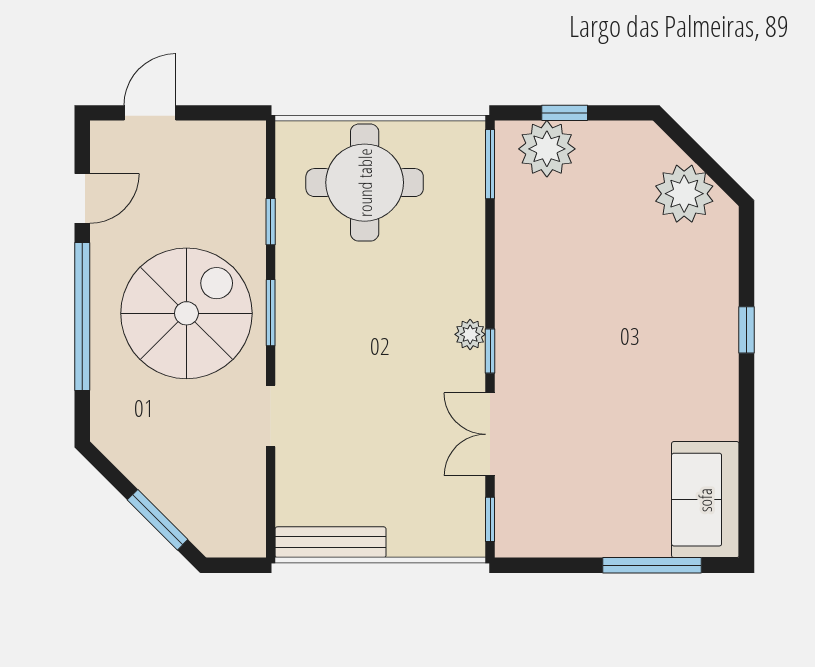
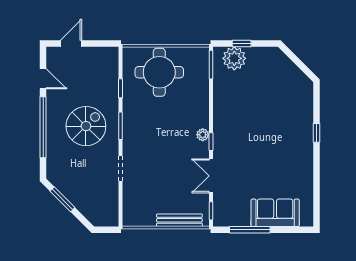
plant: (684, 194) -> (291, 77), removed
door: (82, 198) -> (43, 79), hinge flipped
spiral stairs: (186, 313) -> (86, 126), width x0.73, depth x0.73
sofa: (705, 500) -> (275, 213), moved, turned 90
window: (158, 520) -> (62, 199), moved
bench: (331, 542) -> (179, 220), moved
window: (652, 565) -> (250, 230), moved

